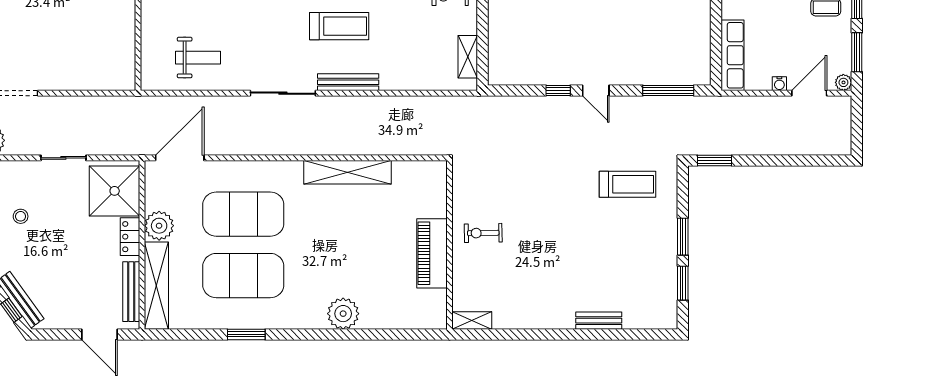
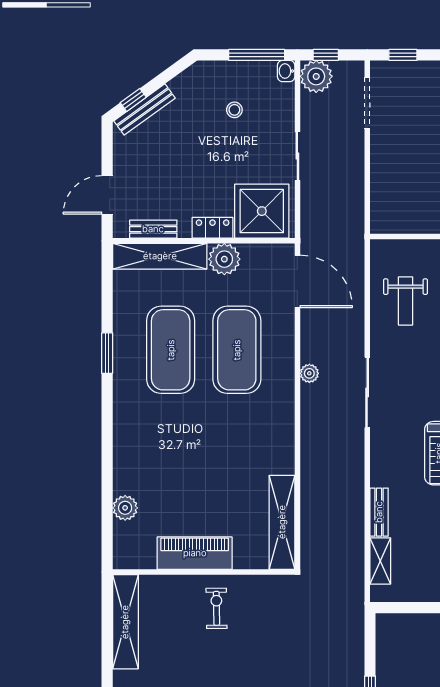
shelving: (468, 57) -> (380, 561), moved, turned 90
bench: (348, 82) -> (379, 512), moved, width x0.73
plant: (265, 147) -> (309, 373), added
shelving: (347, 172) -> (282, 522), moved
bench: (131, 292) -> (153, 229), width x0.73
plant: (343, 314) -> (125, 508), moved, width x0.73, depth x0.73
shelving: (472, 320) -> (125, 622), width x2.20, depth x1.33

